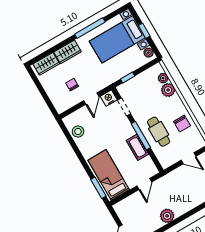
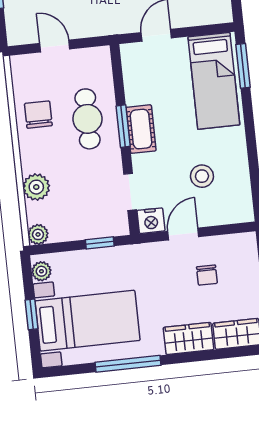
plant: (163, 78) -> (38, 234), moved
stool: (78, 132) -> (202, 176), moved
window: (141, 136) -> (123, 126), width x0.69
cot: (137, 147) -> (141, 129), moved

